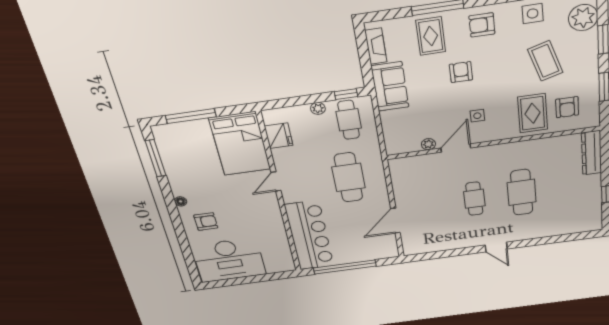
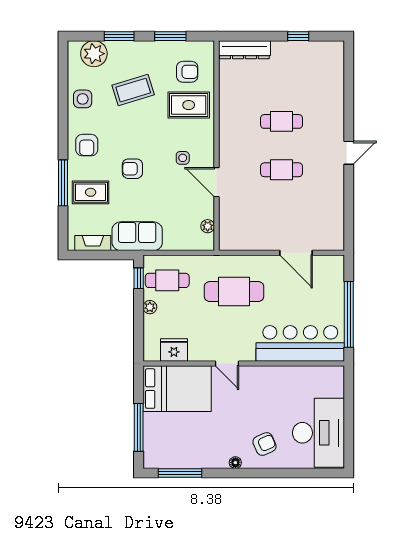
plant: (428, 144) -> (208, 226), moved
cafe table: (522, 192) -> (282, 121), width x0.73, depth x0.74
armchair: (206, 222) -> (264, 444), turned 66

